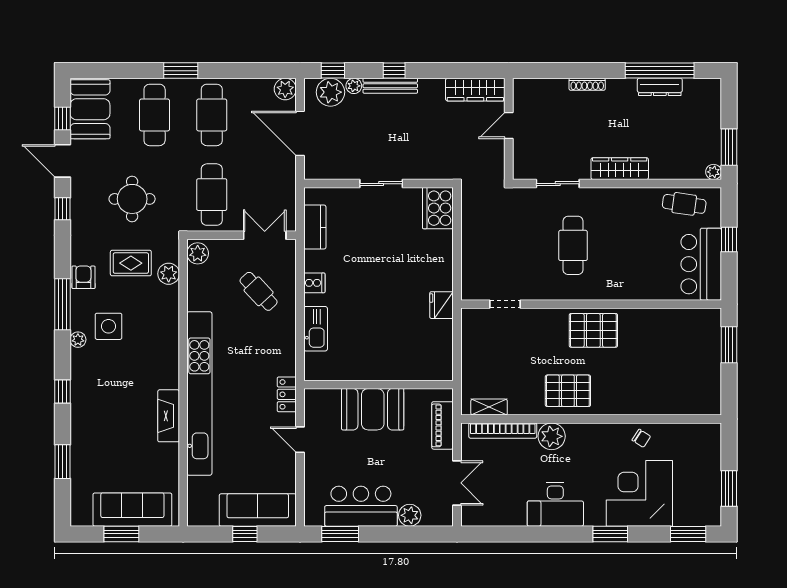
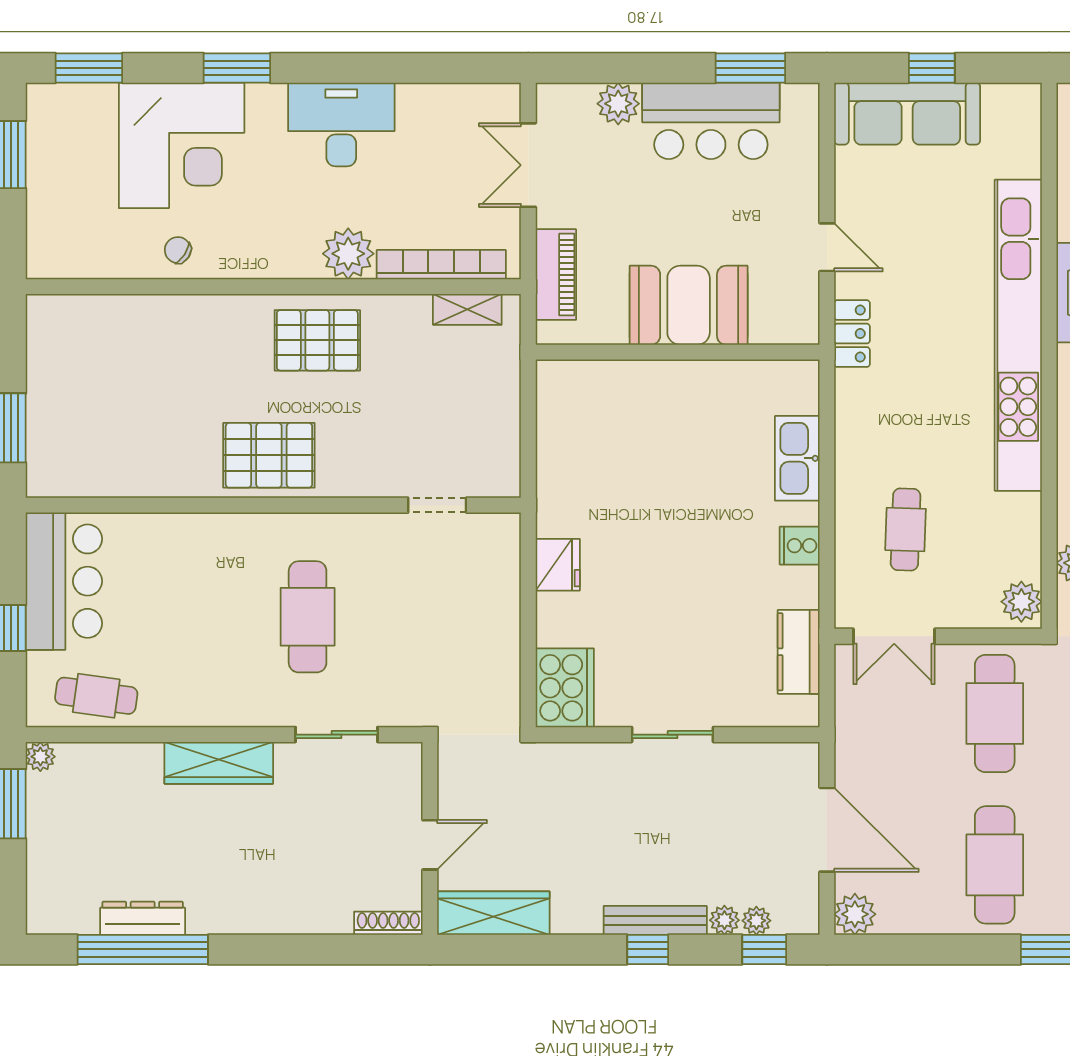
shoe rack: (587, 84) -> (388, 923), moved
plant: (330, 92) -> (756, 921), width x0.53, depth x0.53
cafe table: (259, 291) -> (906, 529), turned 45
fridge: (441, 305) -> (558, 565), moved

